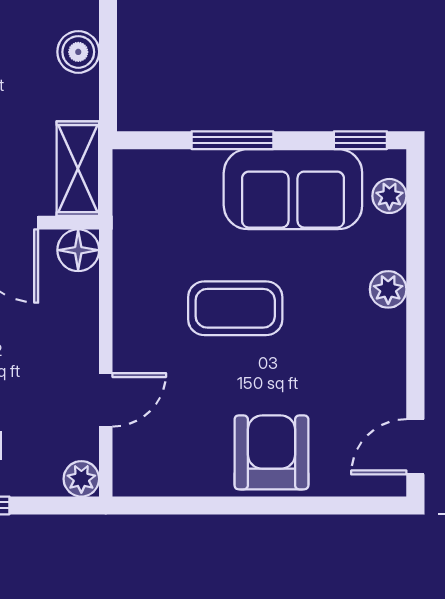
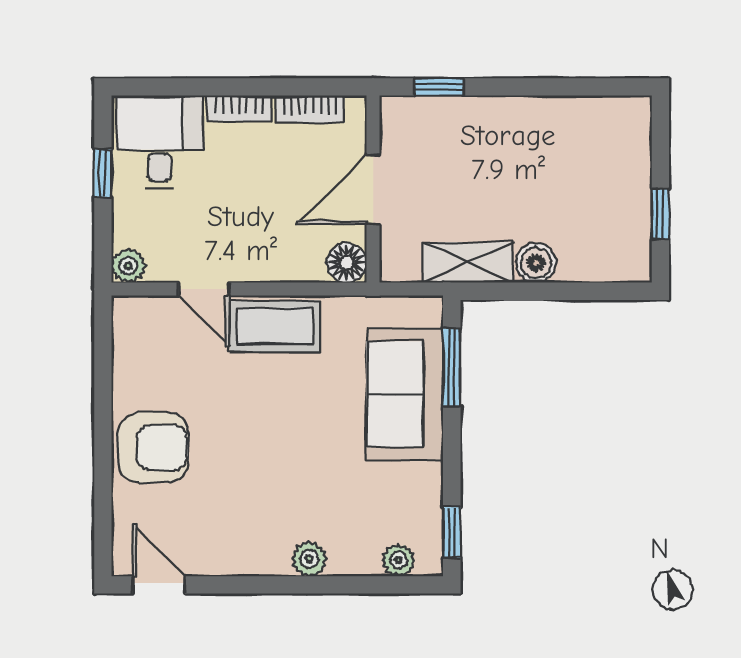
window: (232, 140) -> (452, 367), moved
shelving: (78, 169) -> (468, 262), moved
sofa: (293, 189) -> (405, 394), moved
coffee table: (235, 308) -> (275, 326), moved, turned 90

